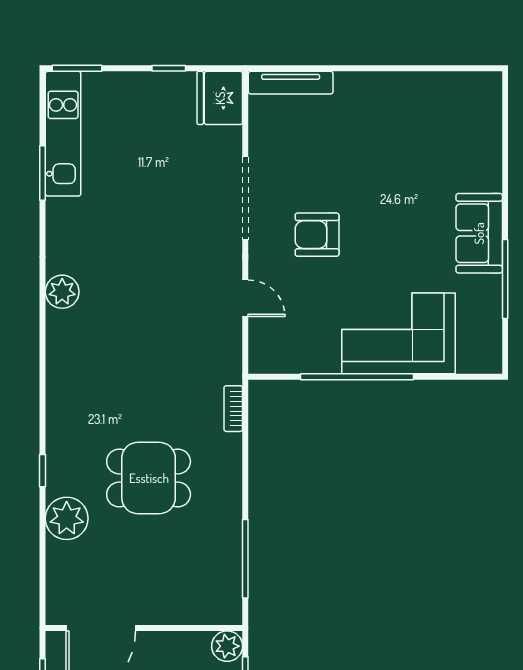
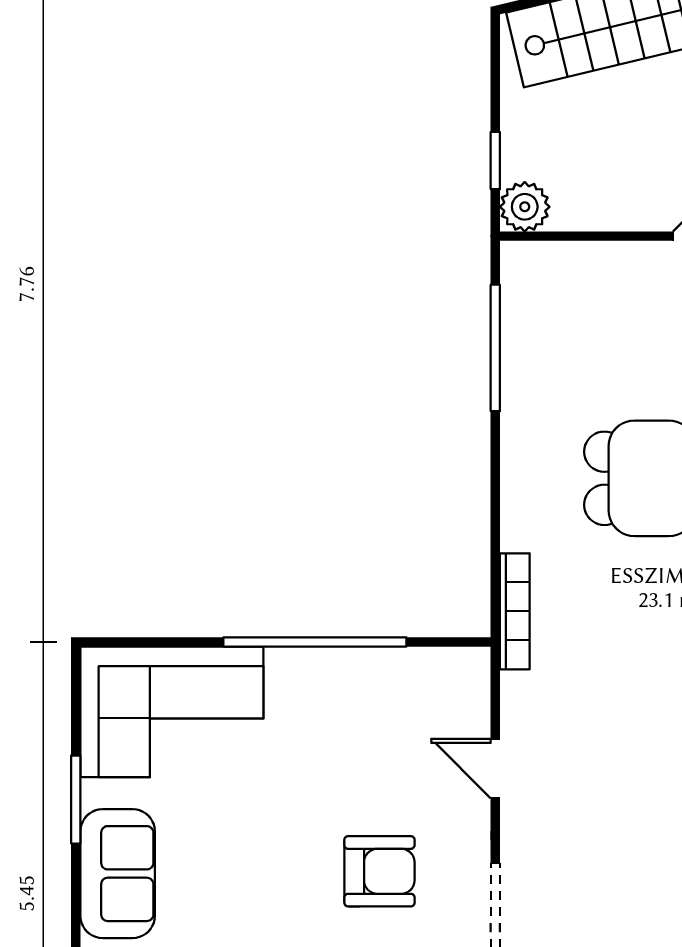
window: (505, 279) -> (76, 800), width x0.69
corner sofa: (399, 333) -> (172, 712), moved
bookcase: (233, 409) -> (515, 611), width x1.56

